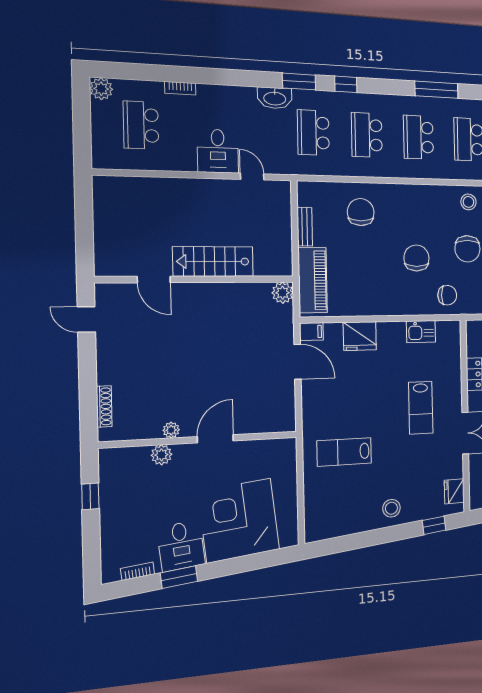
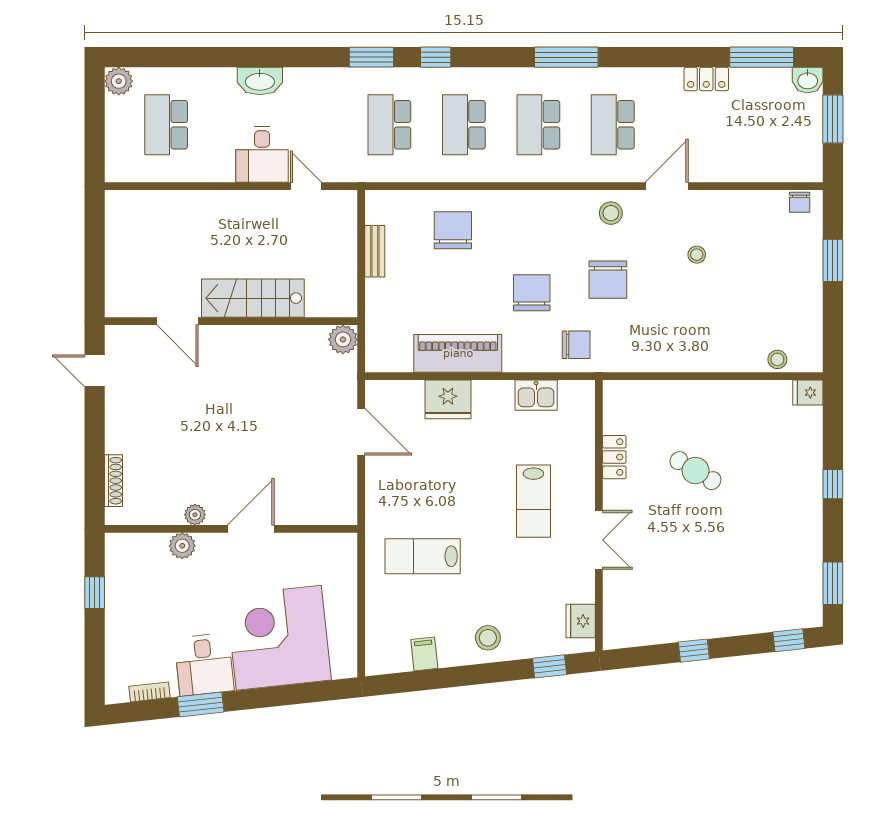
bookcase: (180, 88) -> (216, 75), removed
washbasin: (275, 98) -> (260, 81), moved
piano: (313, 280) -> (458, 353), moved, turned -90
filing cabinet: (311, 332) -> (424, 654), moved, turned -96

